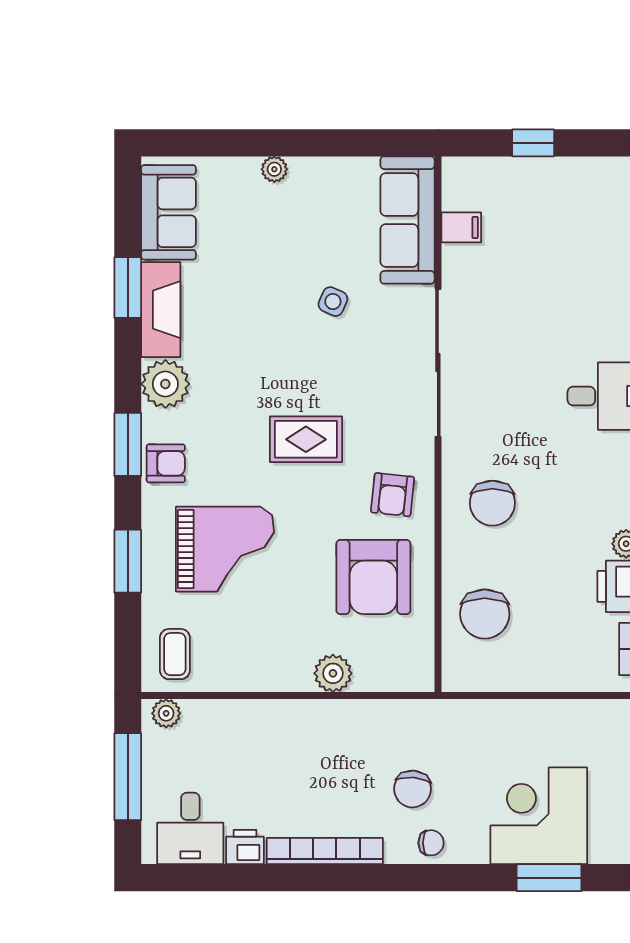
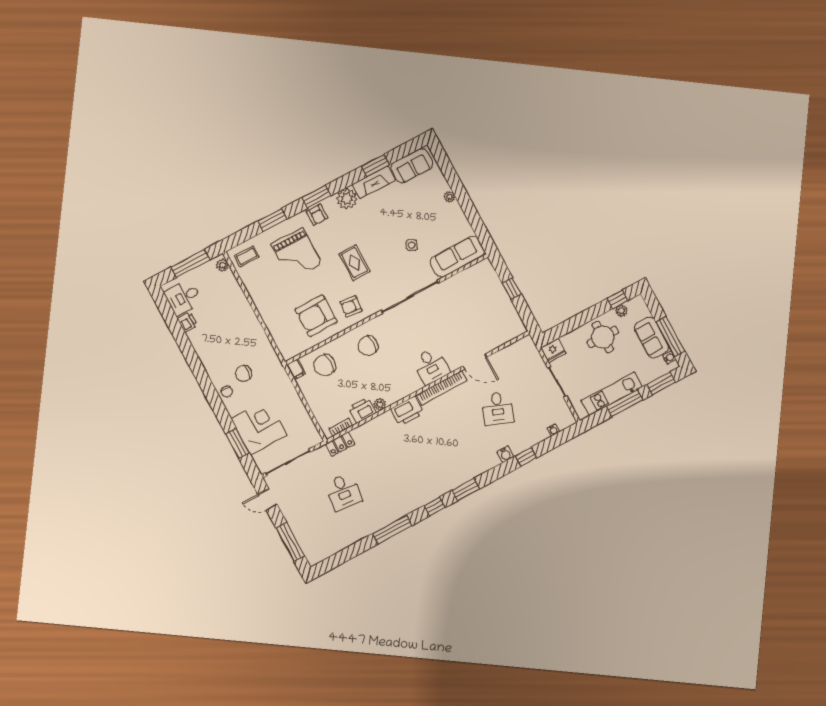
filing cabinet: (461, 227) -> (296, 369), moved
plant: (333, 673) -> (271, 320), removed
bookcase: (325, 851) -> (202, 353), removed

